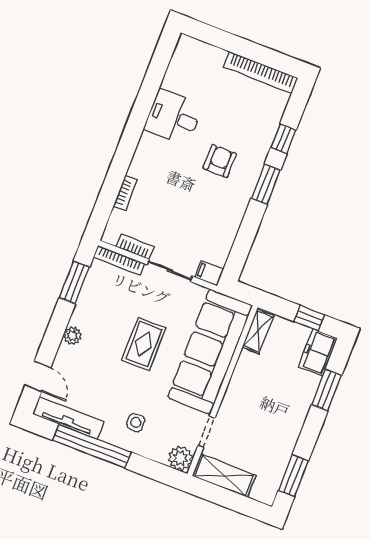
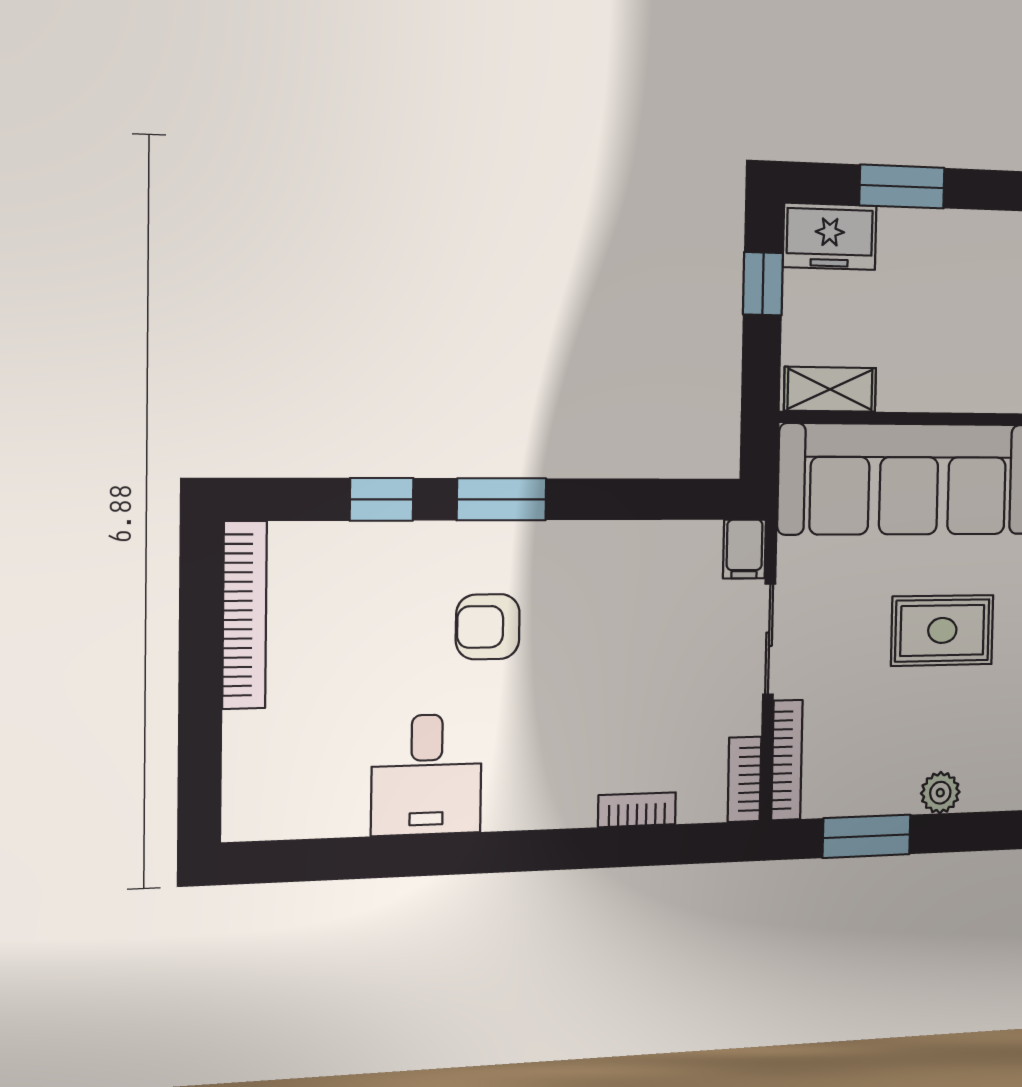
bookcase: (135, 247) -> (744, 779), moved
plant: (72, 336) -> (940, 793), moved

